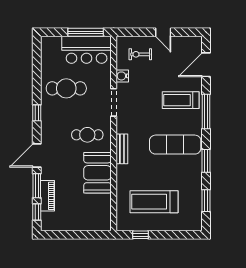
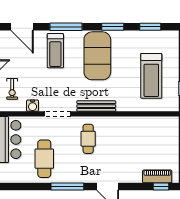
window: (37, 113) -> (67, 187), width x2.17
exercise mat: (175, 145) -> (97, 56), width x1.47
bench: (122, 149) -> (96, 106), width x1.36
booth: (97, 173) -> (124, 129), removed
window: (37, 186) -> (136, 187), removed
piano: (47, 196) -> (157, 176), moved

